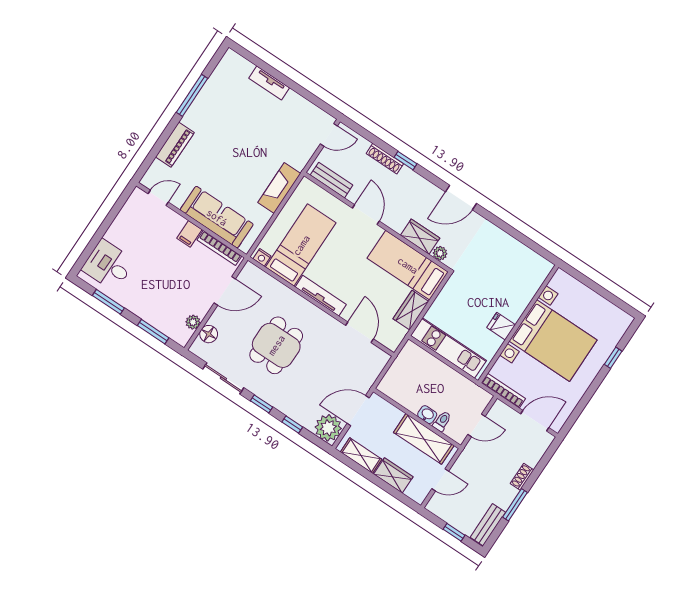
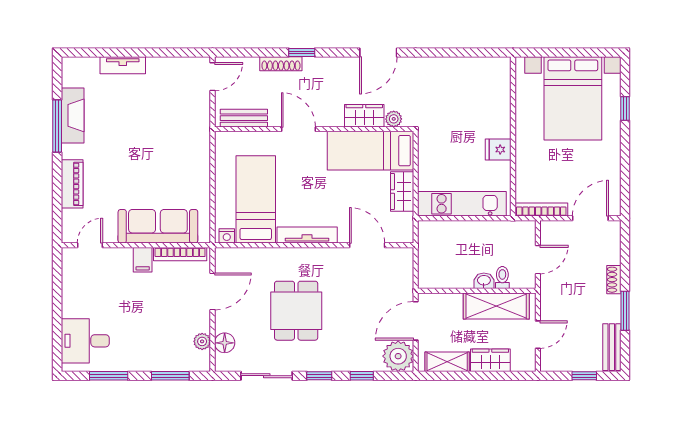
fireplace: (279, 188) -> (73, 115), moved, turned 180
bed with nightstands: (553, 341) -> (573, 98), moved, turned 90

